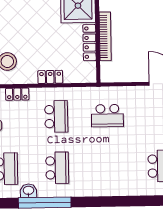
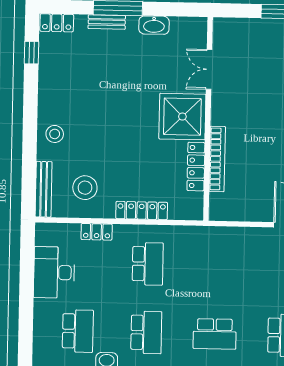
locker: (50, 77) -> (142, 210), width x1.53
school desk: (107, 116) -> (215, 334), moved

